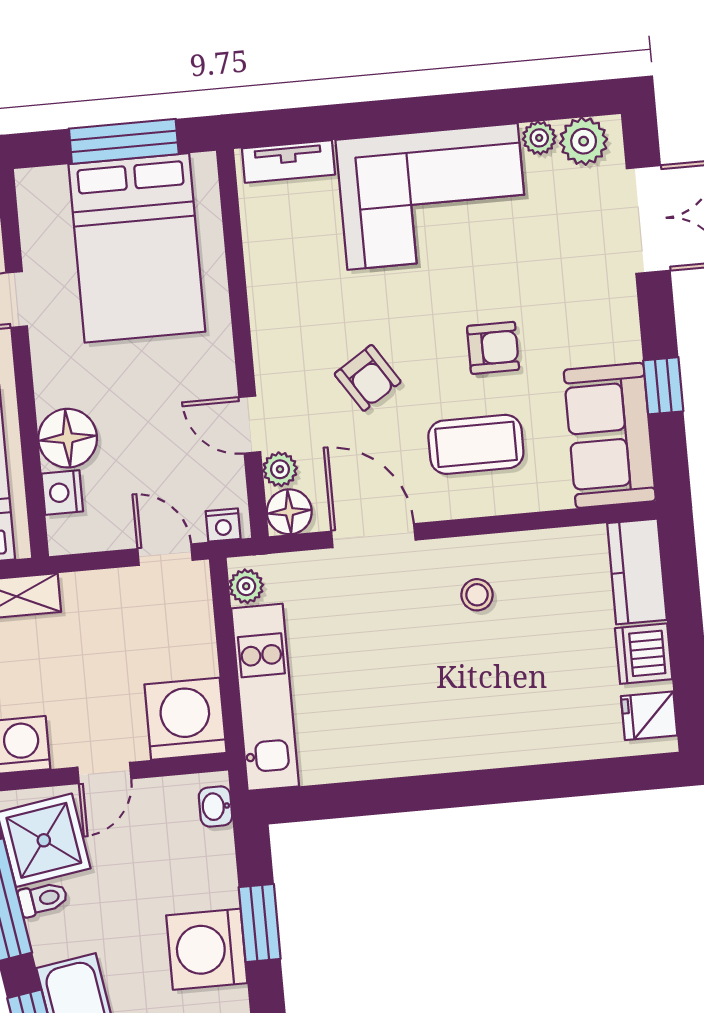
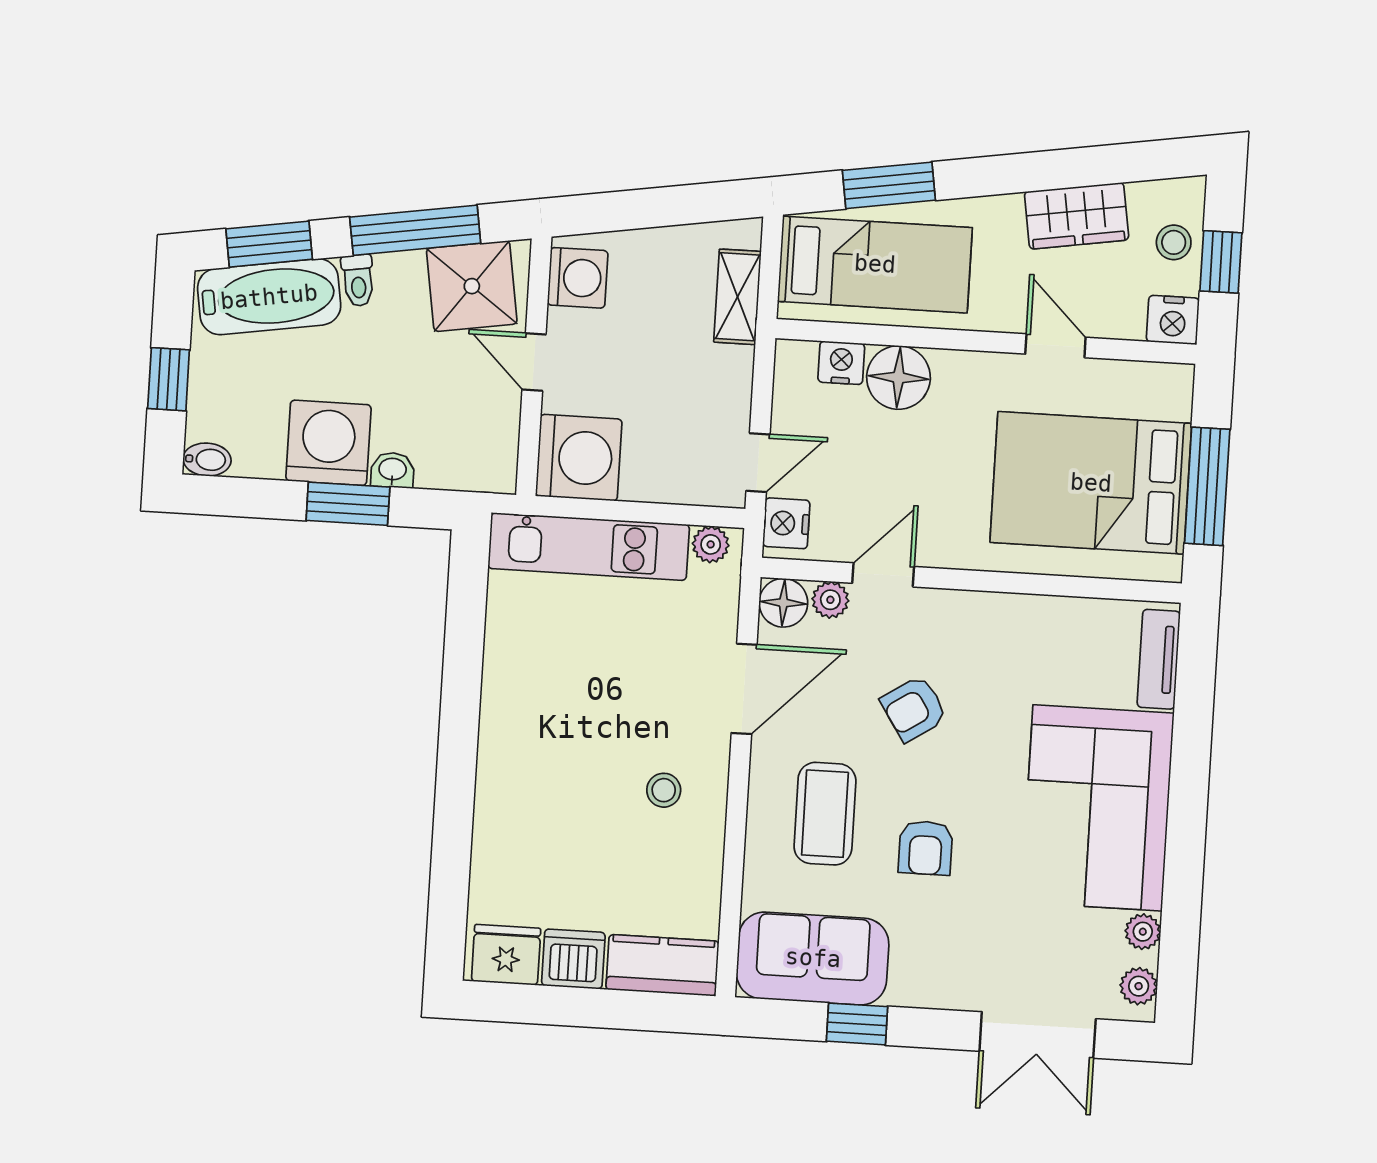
plant: (584, 141) -> (1139, 986), width x0.73, depth x0.73
nightstand: (223, 525) -> (786, 523), width x1.39, depth x1.35
fridge: (649, 716) -> (506, 955), width x1.38
washbasin: (215, 806) -> (393, 470), moved
toilet: (43, 899) -> (358, 280), moved

